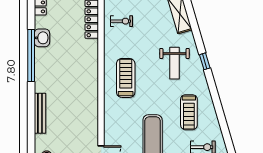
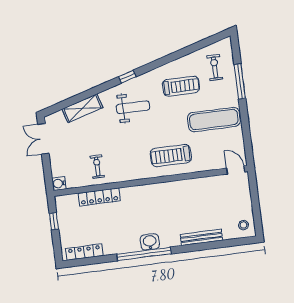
washbasin: (42, 38) -> (150, 242), moved
treadmill: (126, 78) -> (171, 156), moved

